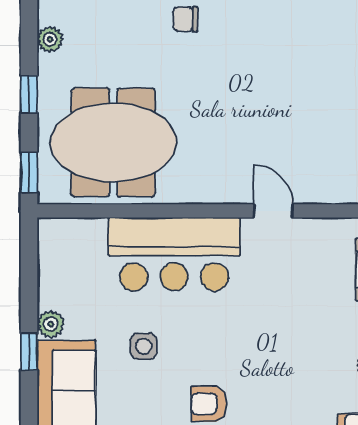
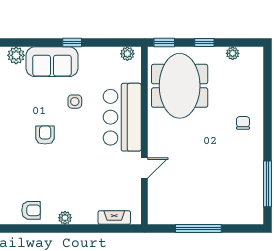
plant: (51, 324) -> (127, 54), moved

